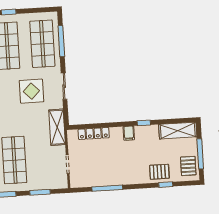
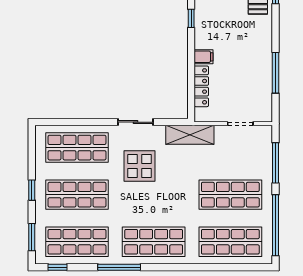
window: (61, 41) -> (75, 122), removed
filing cabinet: (129, 133) -> (204, 57), moved
window: (40, 192) -> (275, 163), width x1.44

